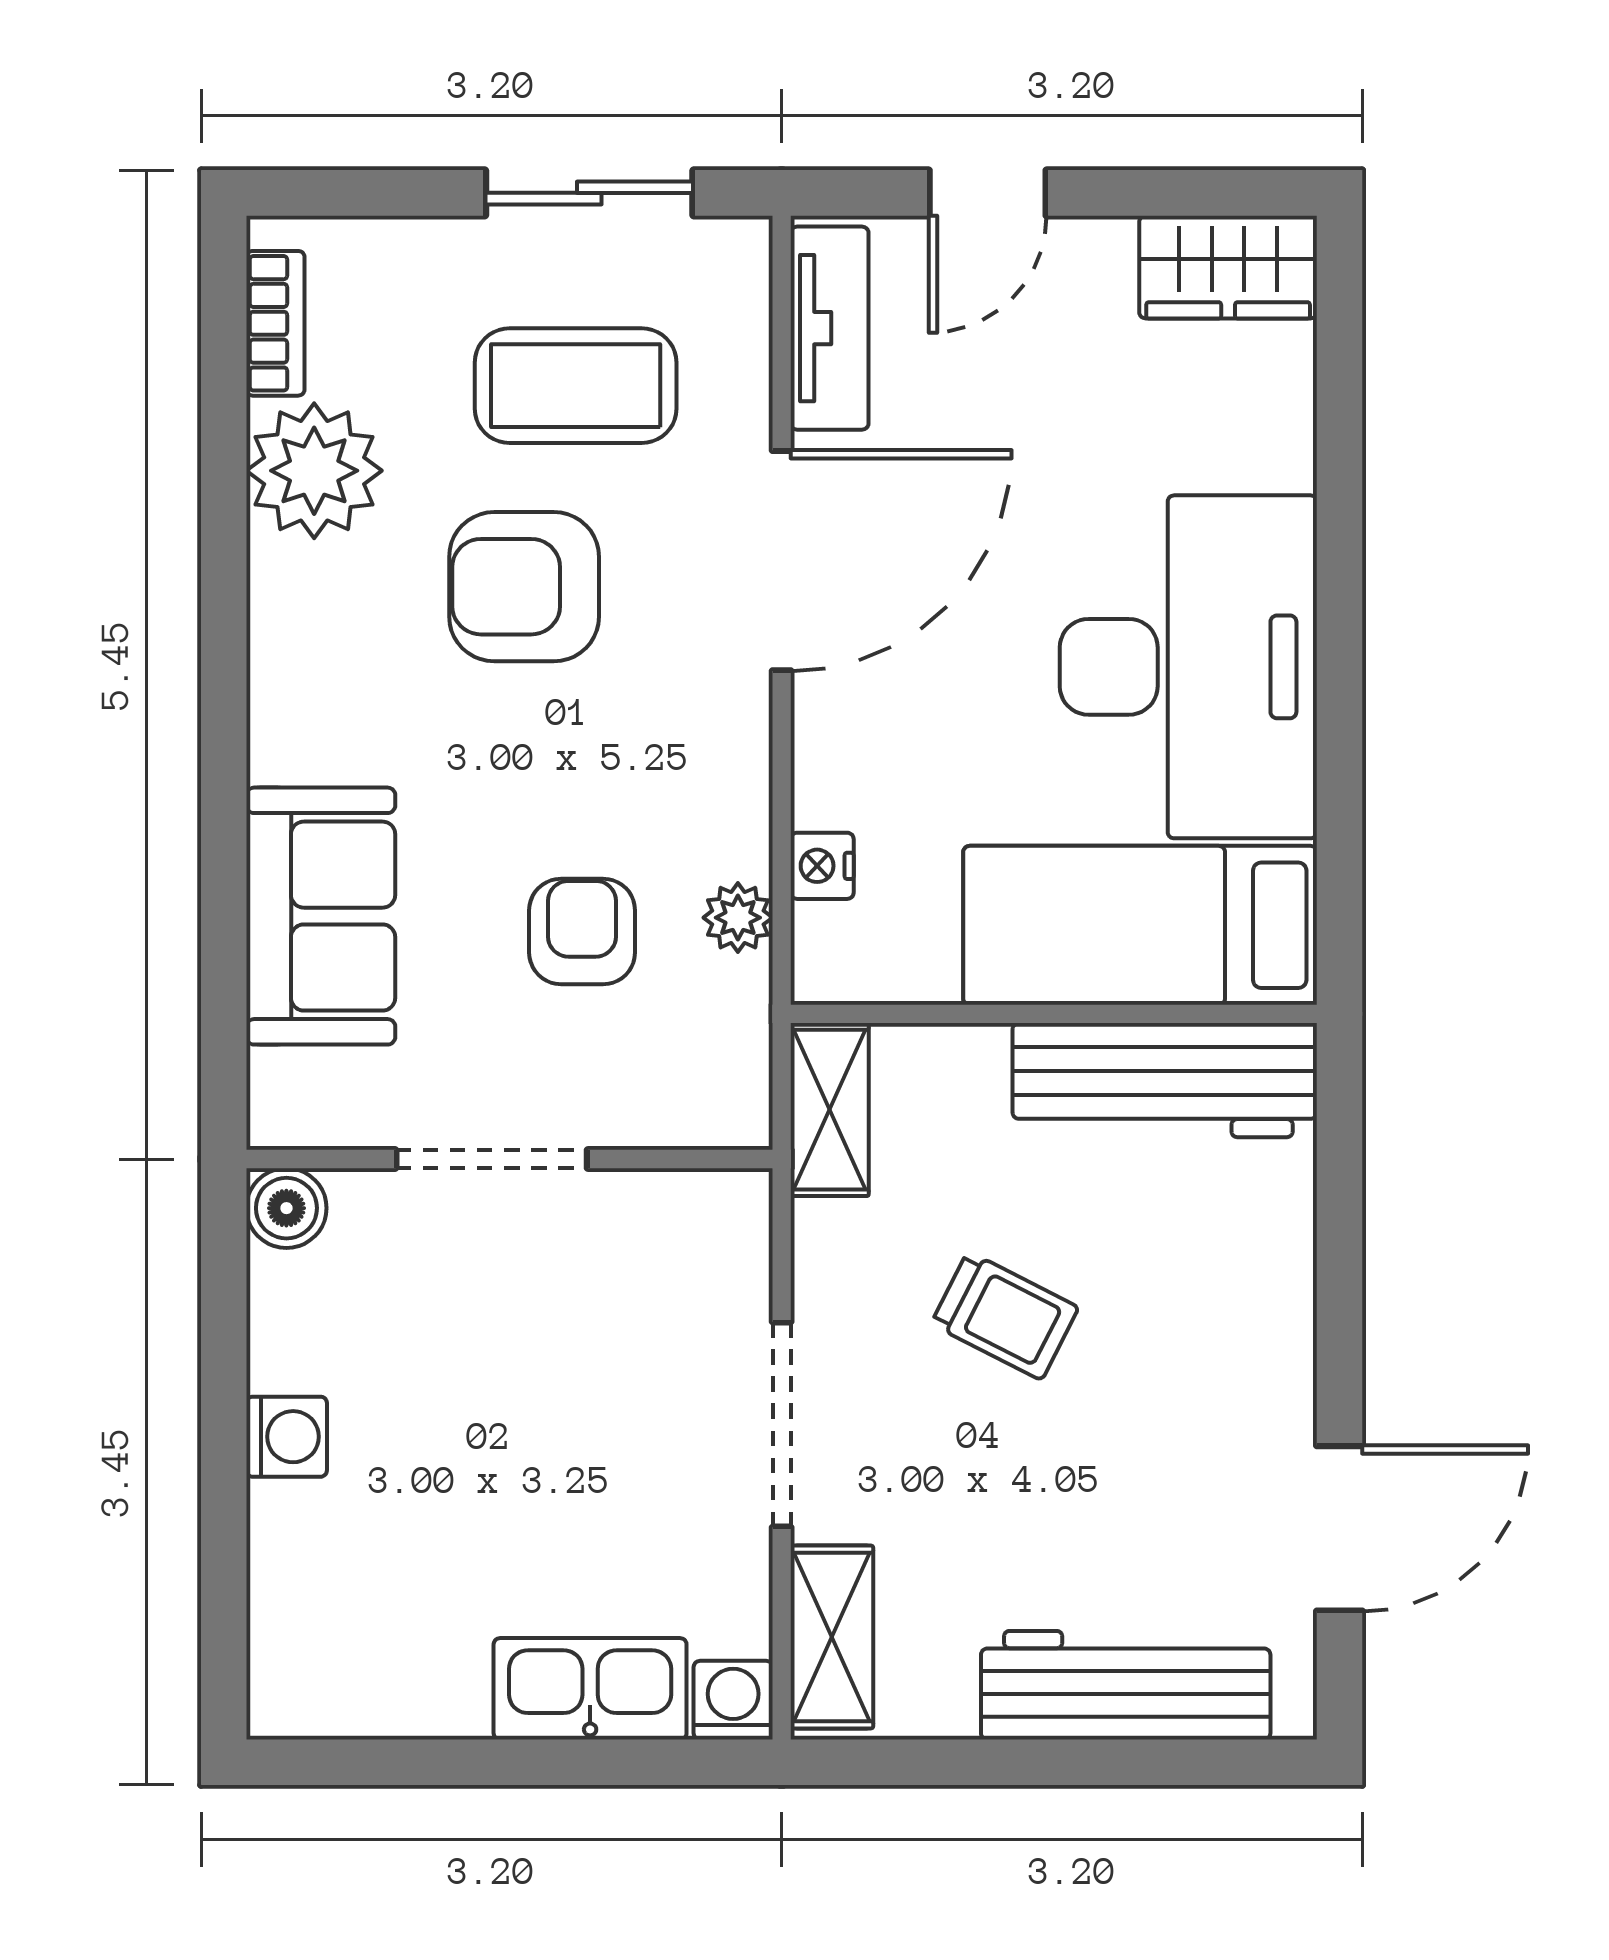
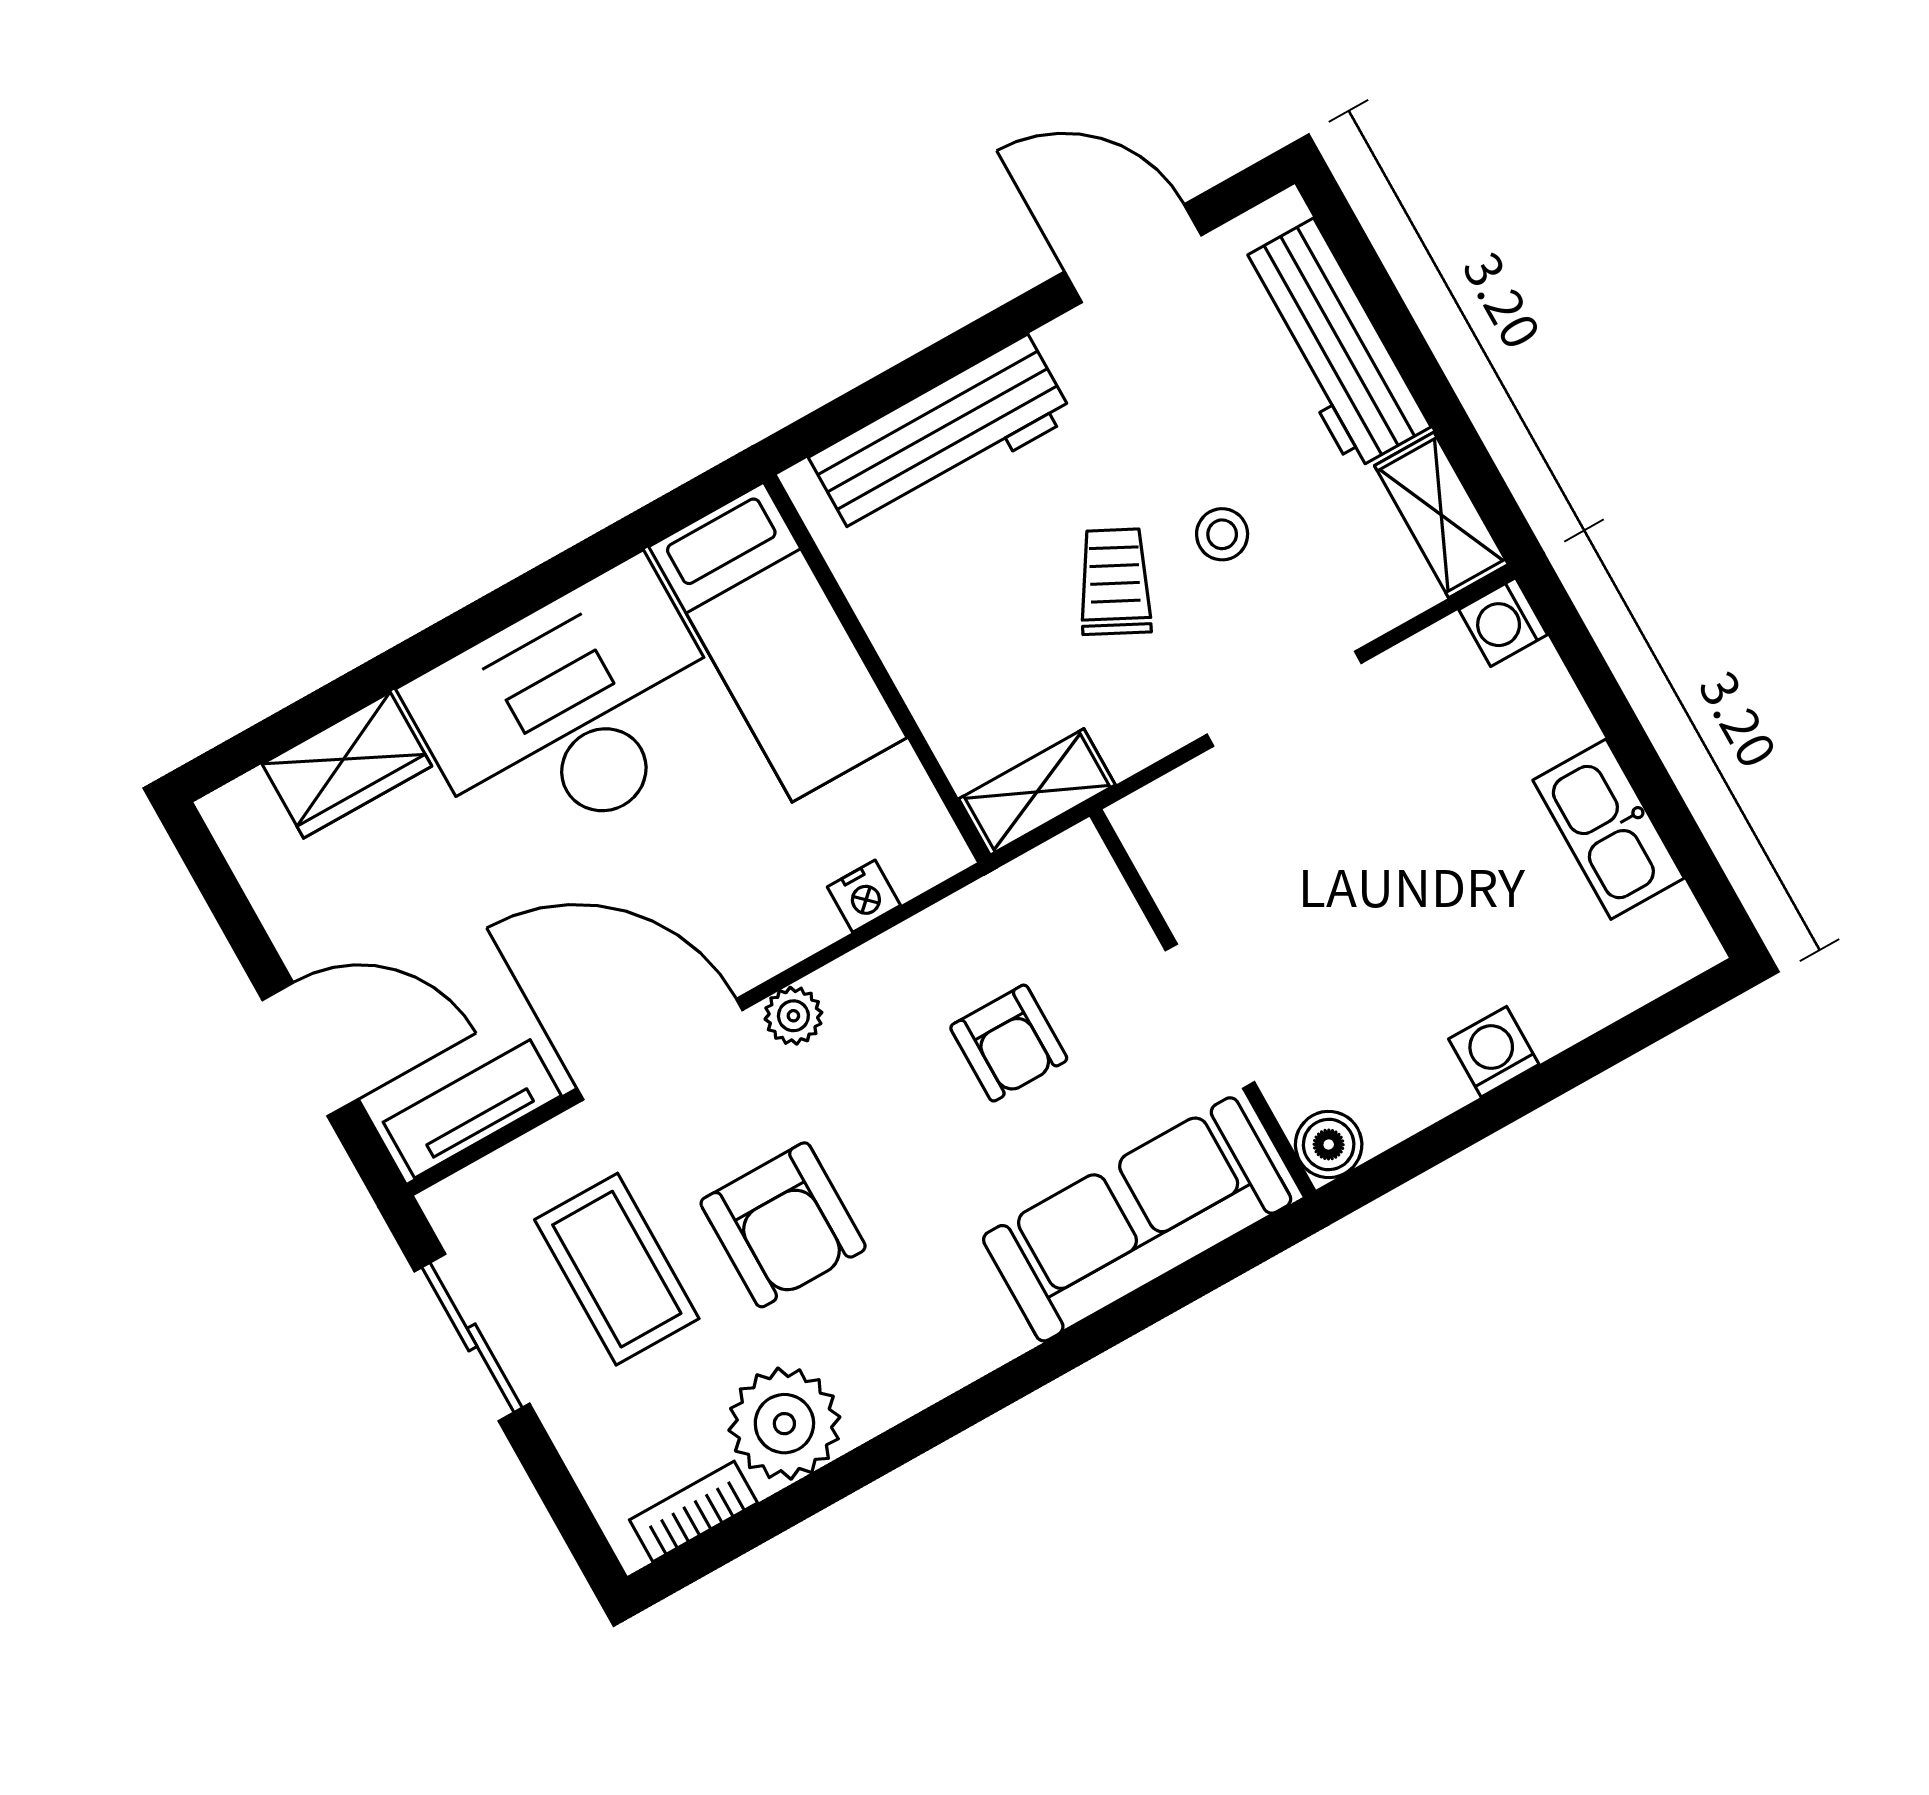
door: (988, 193) -> (310, 1049), width x1.38
wardrobe: (1228, 267) -> (347, 765), moved, turned 90
sofa: (321, 916) -> (1137, 1219), width x1.36
plant: (738, 918) -> (793, 1016), moved
armchair: (582, 931) -> (1009, 1043), turned -90
workbench: (1165, 1080) -> (941, 437), moved, turned 90
stool: (991, 1456) -> (1222, 534), added
shelving: (832, 1637) -> (1441, 515), moved, turned 90
kitchen sink: (590, 1689) -> (1609, 829), moved

